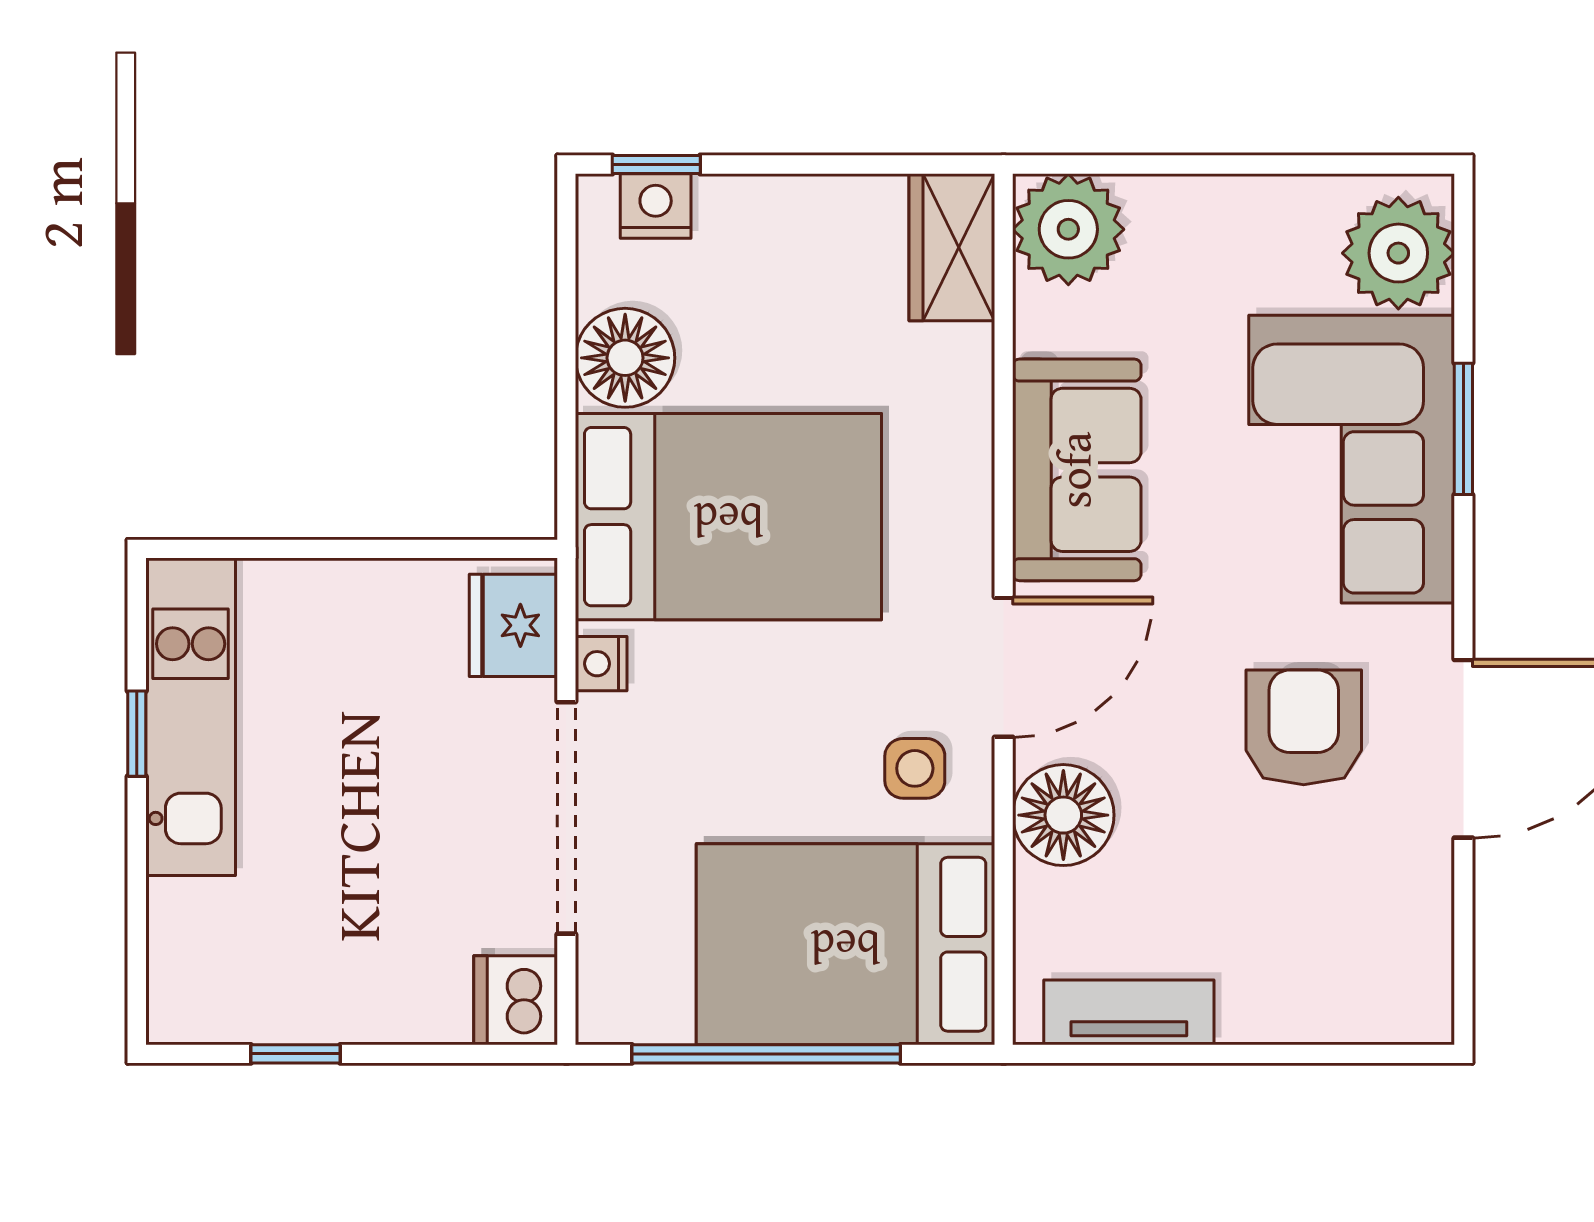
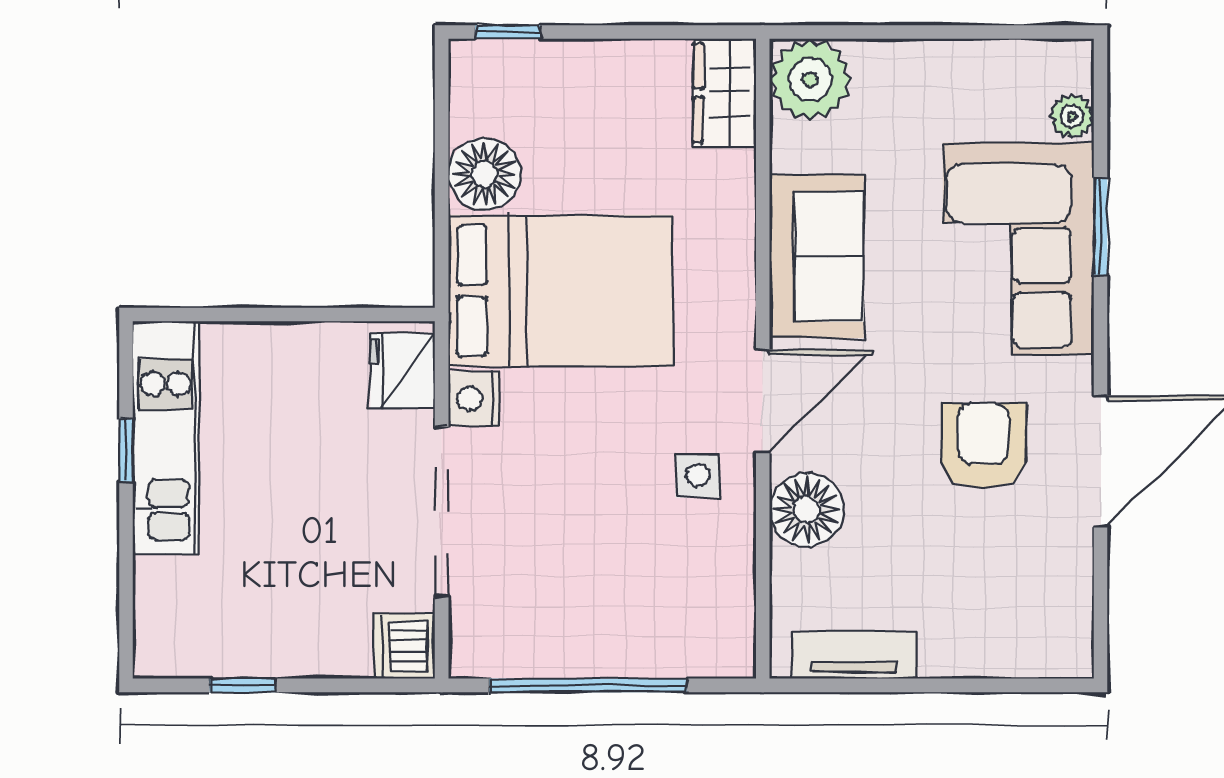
nightstand: (656, 206) -> (507, 62), removed
plant: (1398, 253) -> (1072, 116), width x0.53, depth x0.53
nightstand: (601, 664) -> (474, 399), width x1.39, depth x1.35
bed: (845, 944) -> (647, 605), removed

